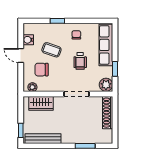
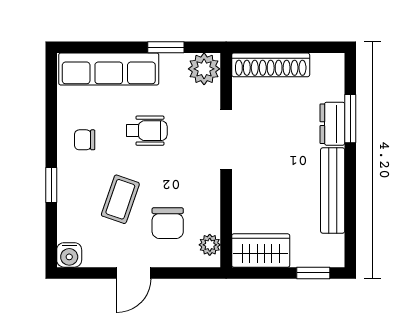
water cooler: (28, 40) -> (69, 255), moved
wardrobe: (41, 103) -> (261, 251), moved, turned -90
dresser: (83, 138) -> (332, 124), added
bench: (43, 139) -> (333, 190), moved

